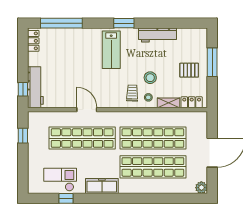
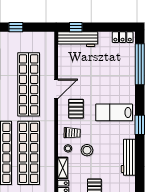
pallet: (107, 89) -> (76, 109), added
window: (23, 136) -> (16, 27), moved

